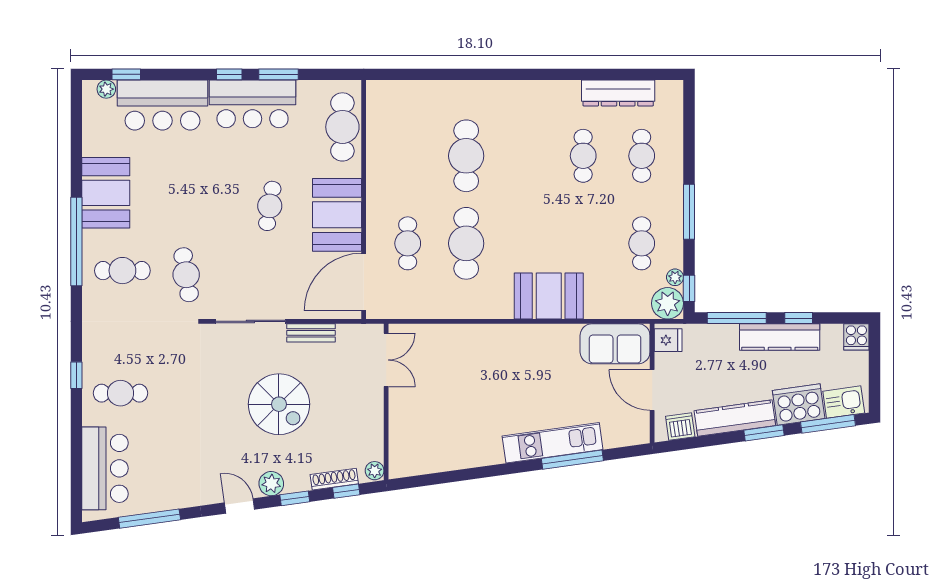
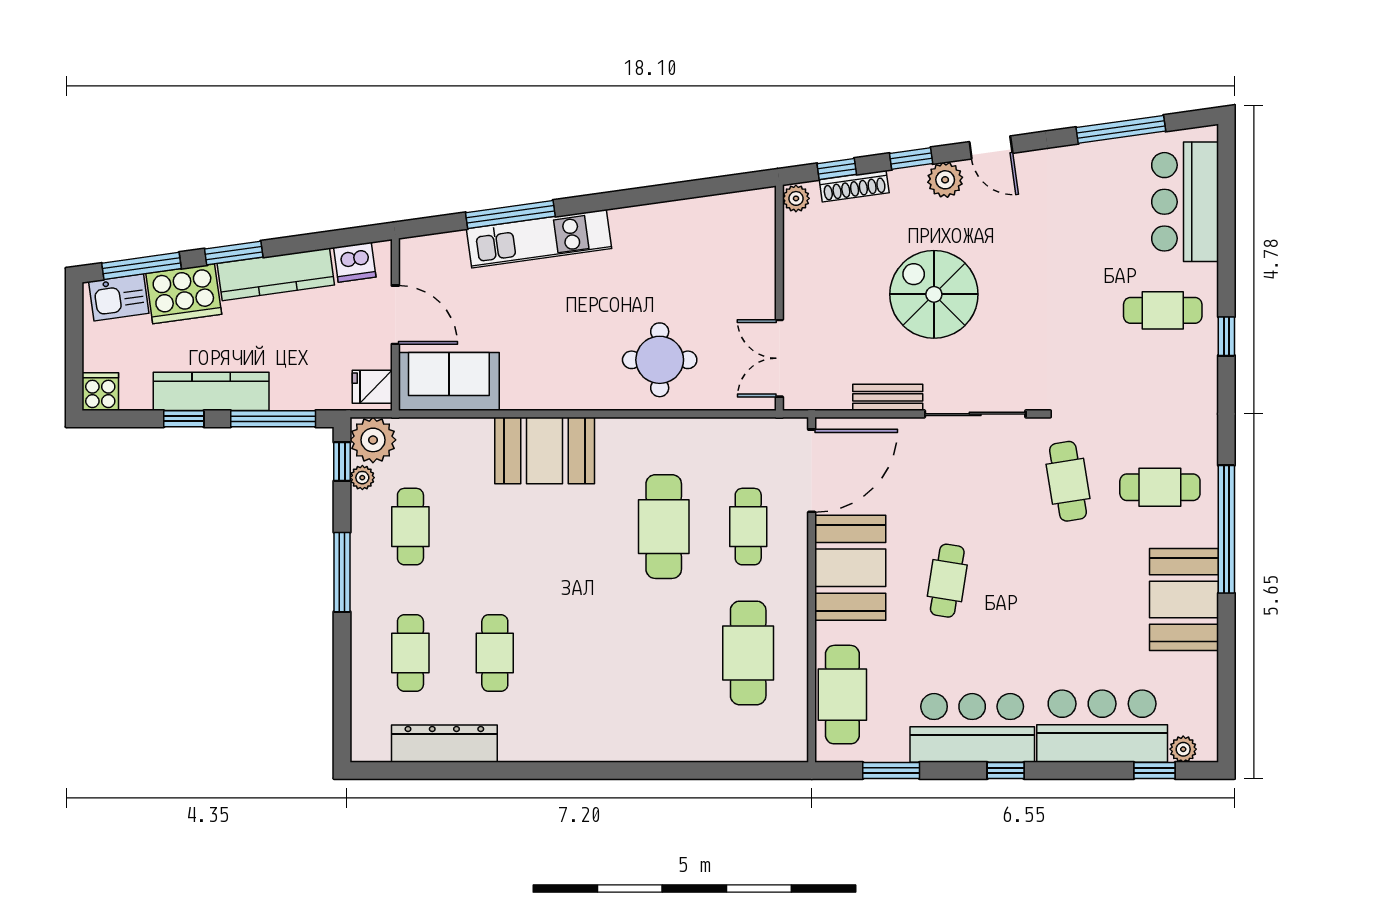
window: (279, 74) -> (891, 771), moved
cafe table: (466, 156) -> (748, 653), moved
round table: (469, 359) -> (660, 360), added

